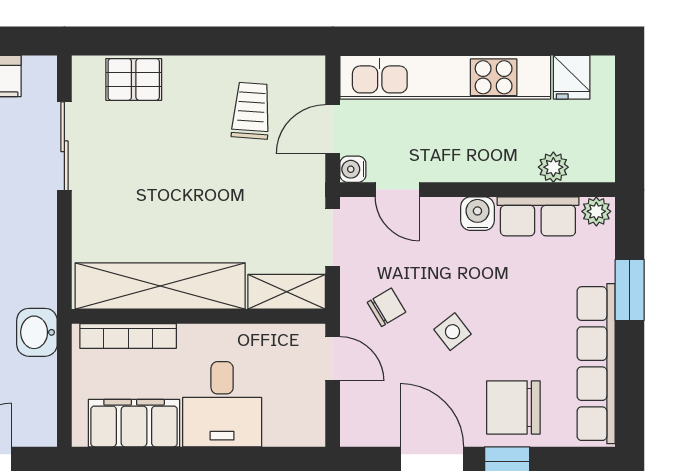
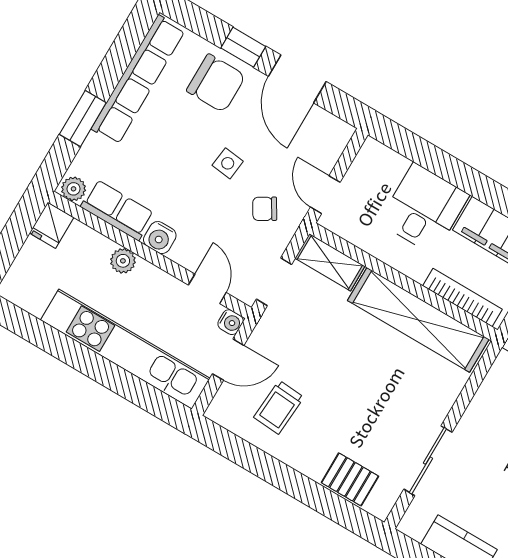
fridge: (572, 77) -> (52, 225), moved, turned 180
plant: (553, 167) -> (123, 261), moved
side table: (452, 332) -> (228, 163), turned 45

